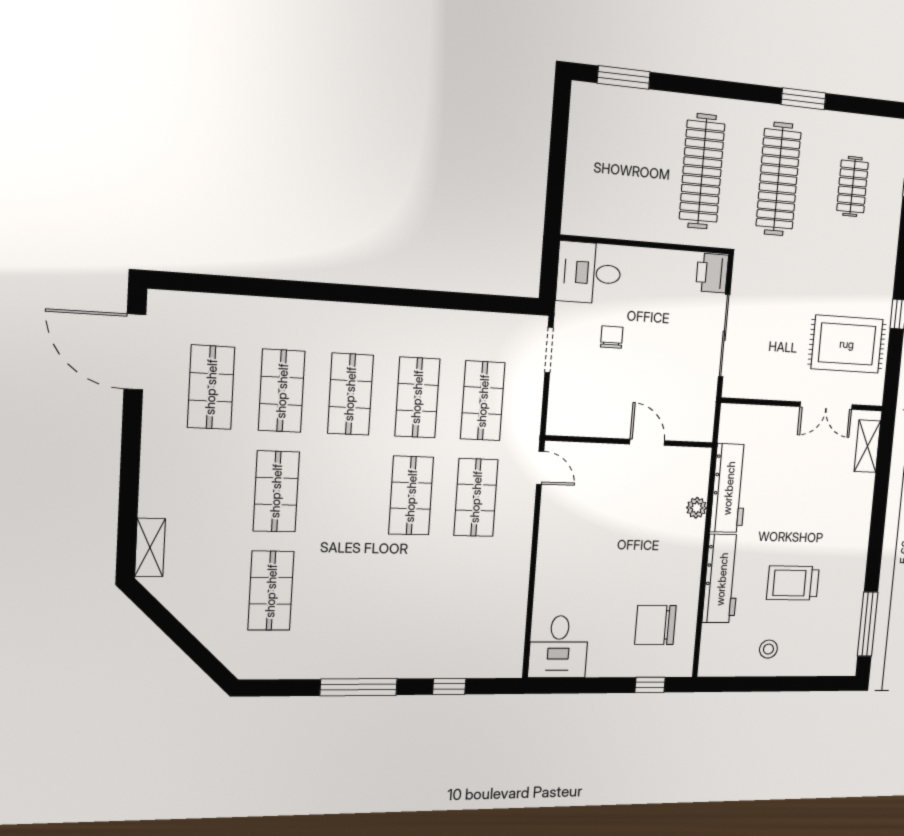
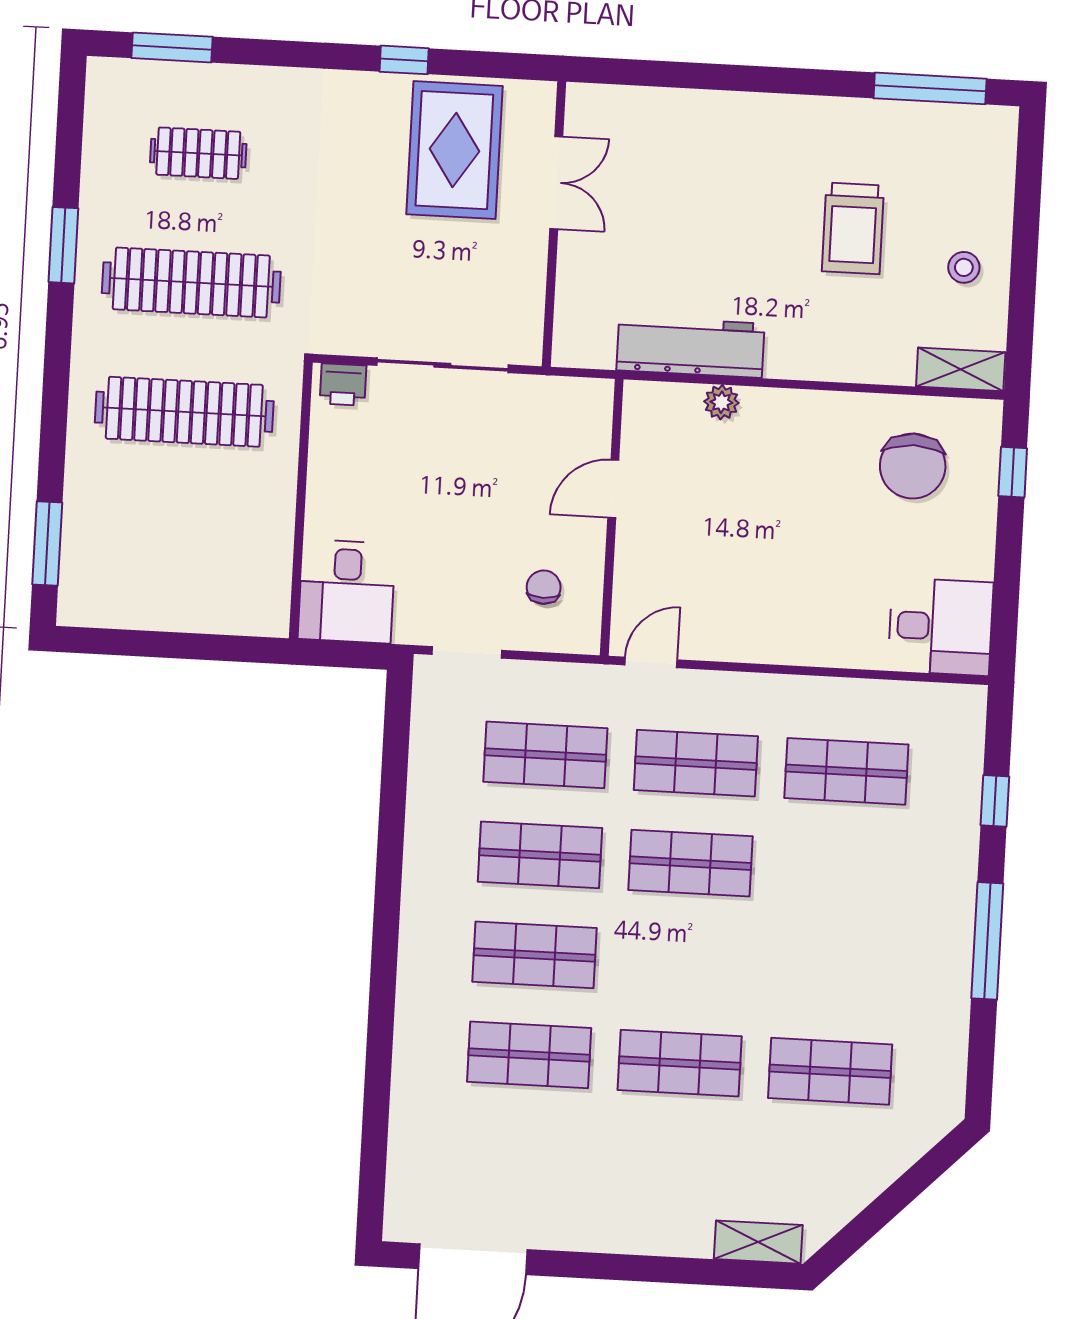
printer: (712, 273) -> (343, 384), width x0.73, depth x0.81
chair: (612, 337) -> (544, 587), moved, turned 90
shop shelf: (211, 387) -> (846, 771), moved
shelving: (867, 446) -> (961, 369), moved
workbench: (722, 579) -> (840, 355), removed

